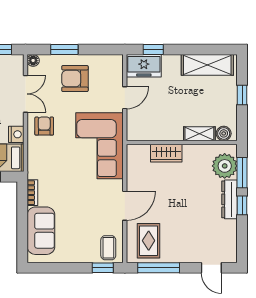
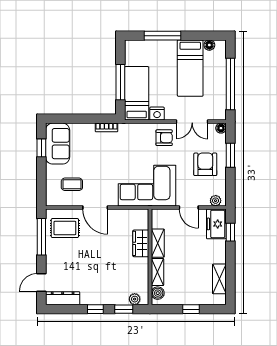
shelving: (207, 65) -> (219, 279), width x0.67, depth x0.75
plant: (117, 67) -> (216, 201), added
shelving: (166, 133) -> (158, 243), added
plant: (225, 166) -> (135, 299), width x0.53, depth x0.53
window: (242, 173) -> (124, 309), width x0.67
dresser: (230, 199) -> (63, 298), moved
sofa: (41, 231) -> (58, 144), moved, turned -90
coffee table: (108, 248) -> (72, 184), moved
window: (103, 268) -> (41, 148), moved

